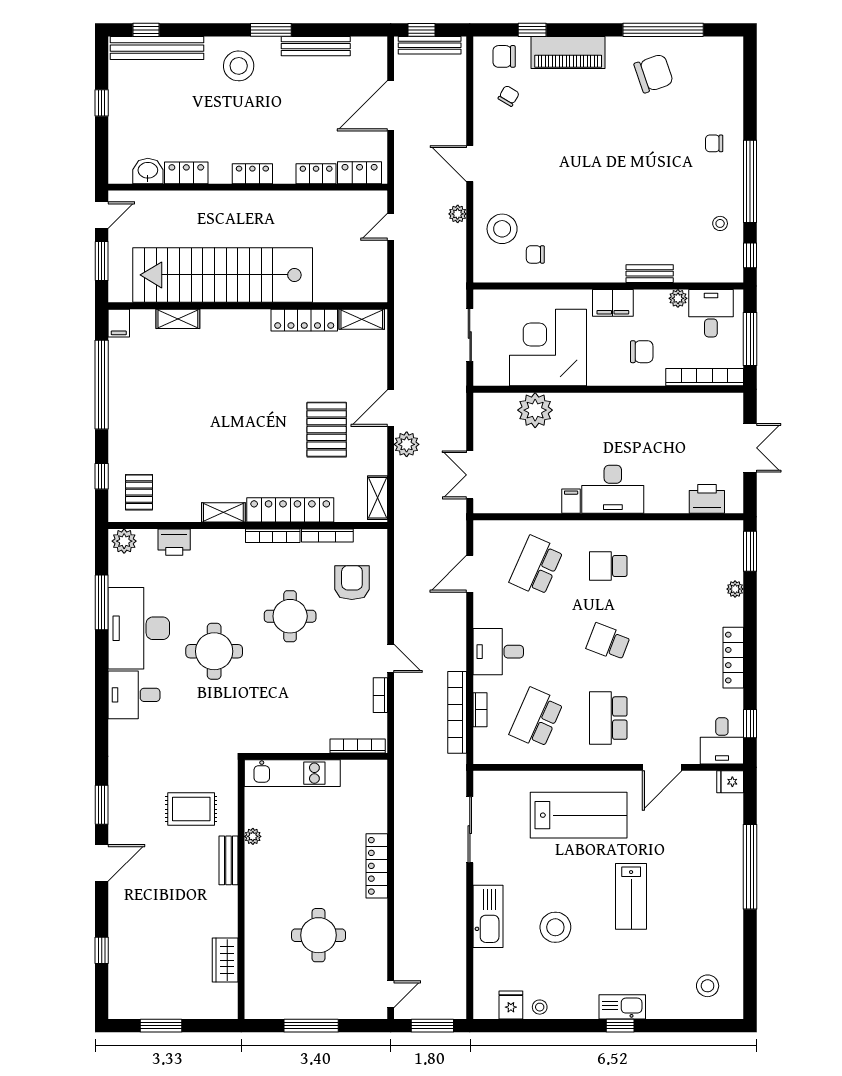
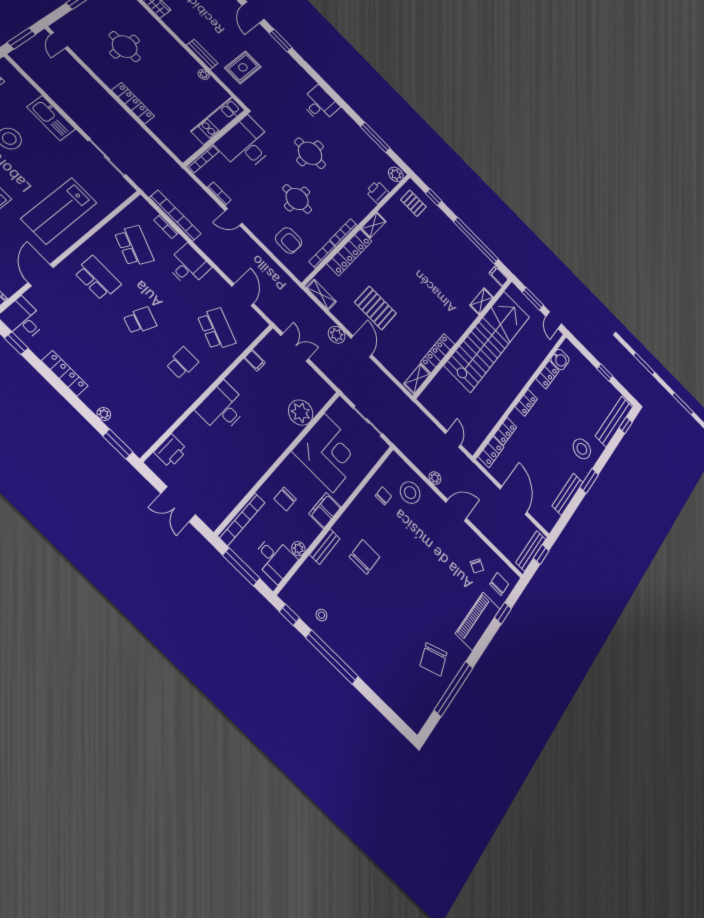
chair: (714, 143) -> (365, 557), moved, width x1.87, depth x1.87
filing cabinet: (571, 501) -> (255, 360), moved
desk: (139, 628) -> (245, 144), moved, turned -90

